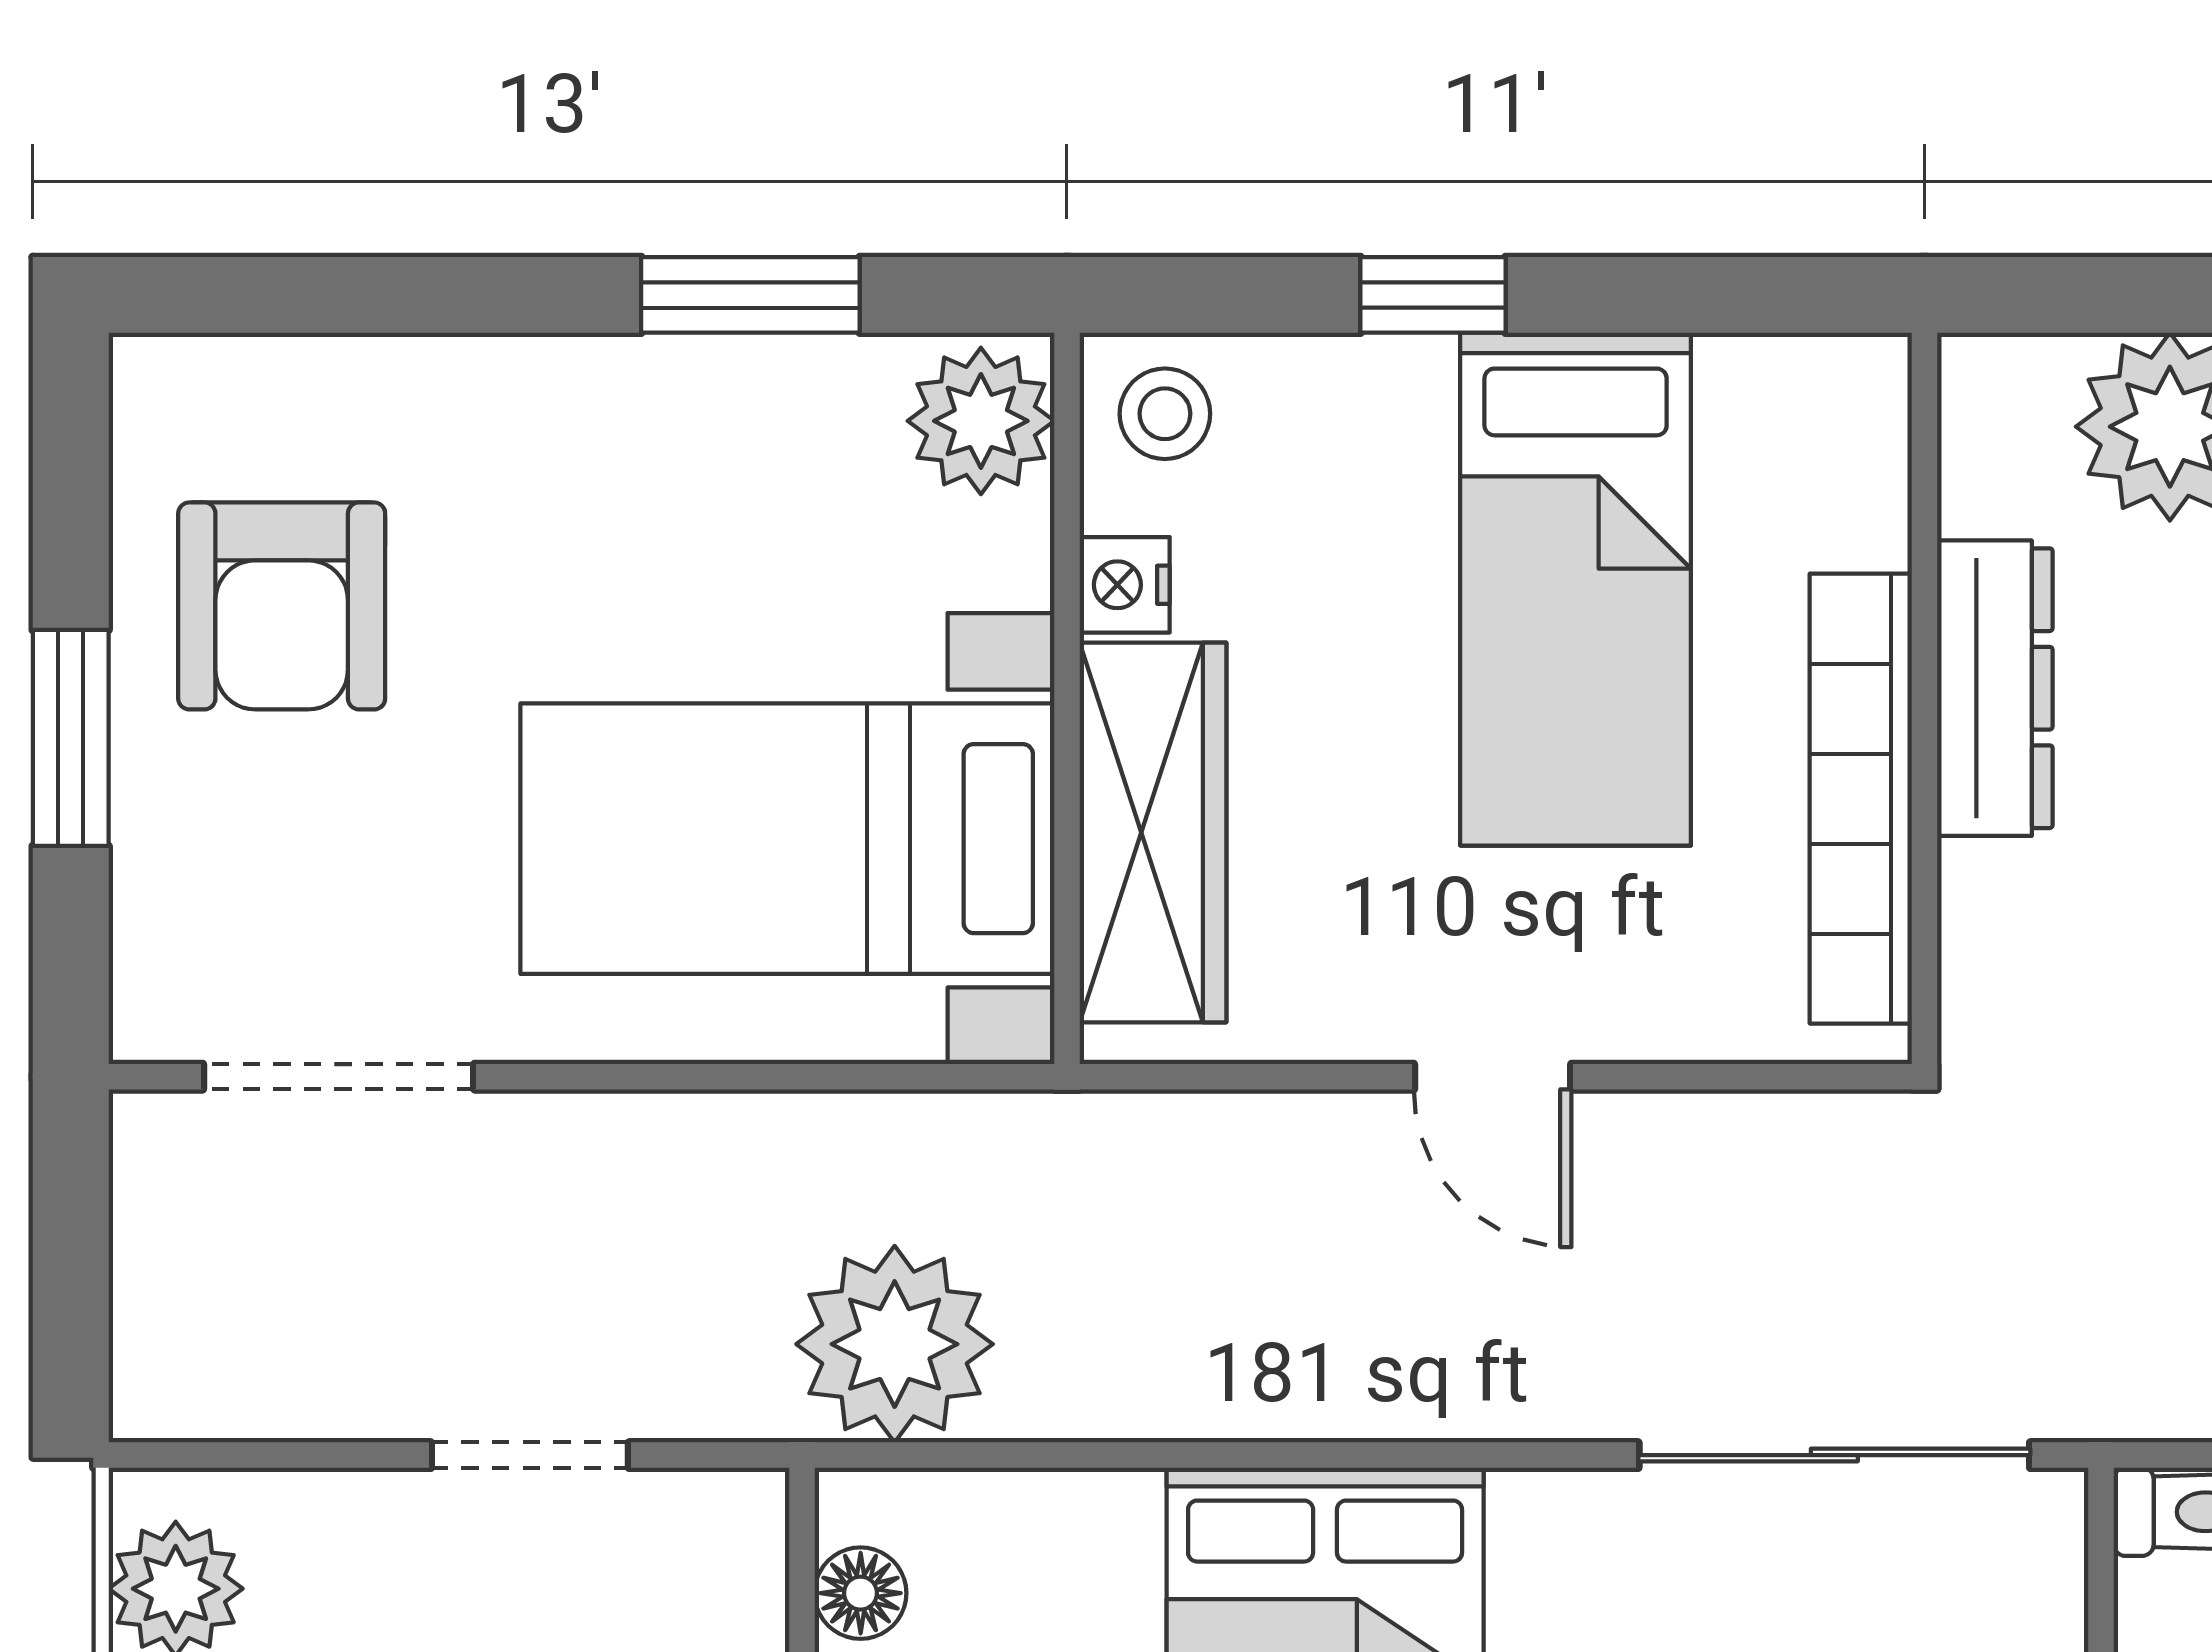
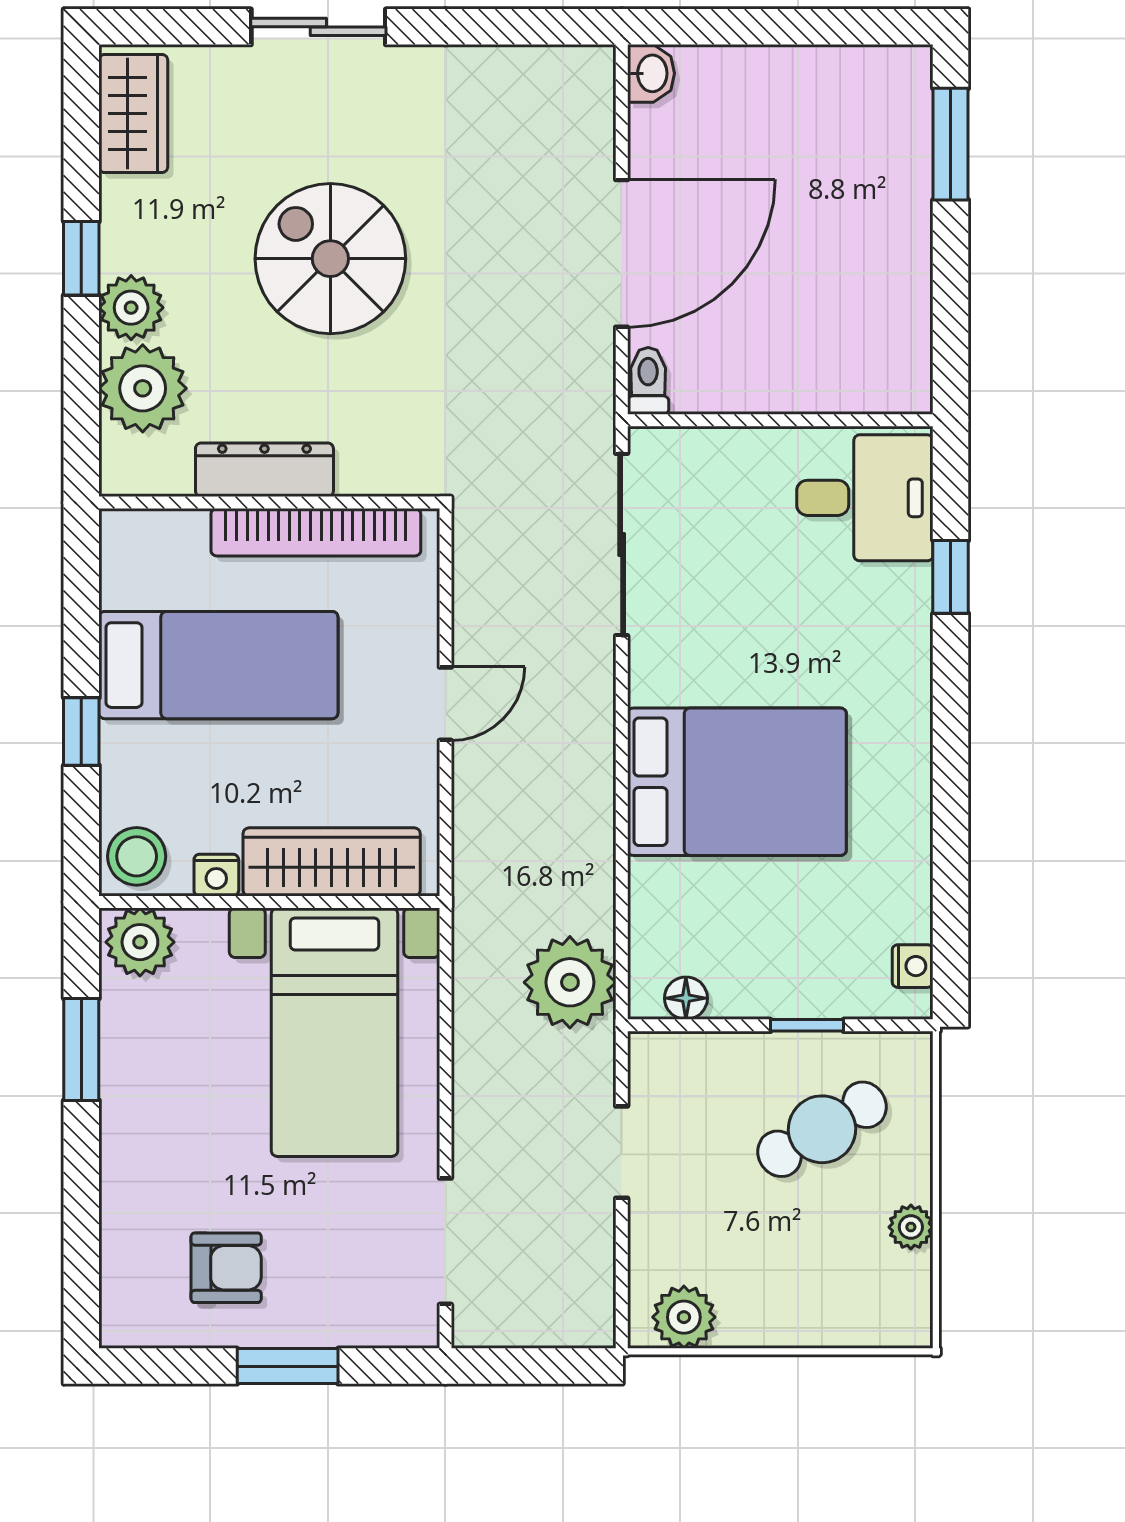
stool: (1165, 414) -> (137, 856), width x1.37, depth x1.37
armchair: (282, 606) -> (226, 1268), width x0.72, depth x0.72

